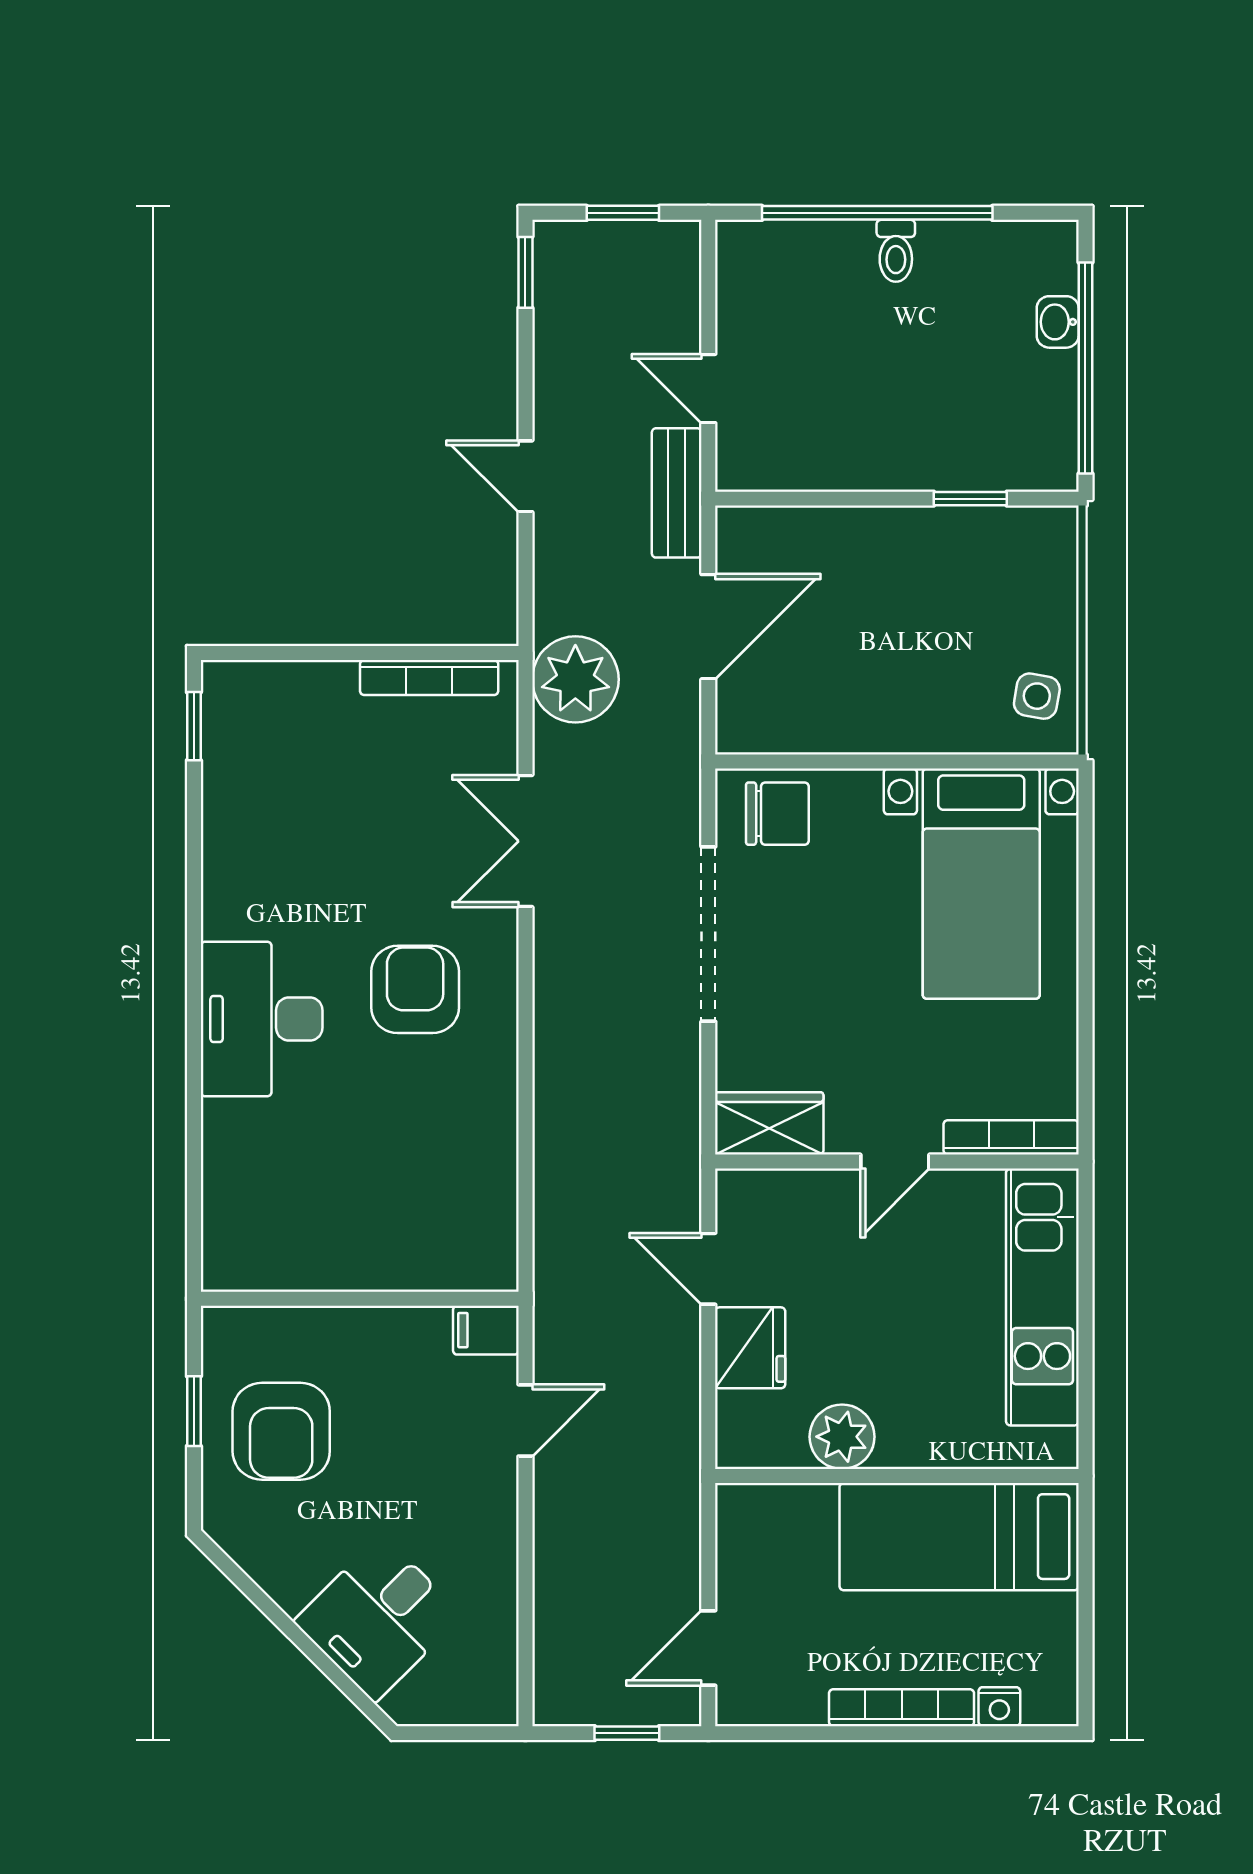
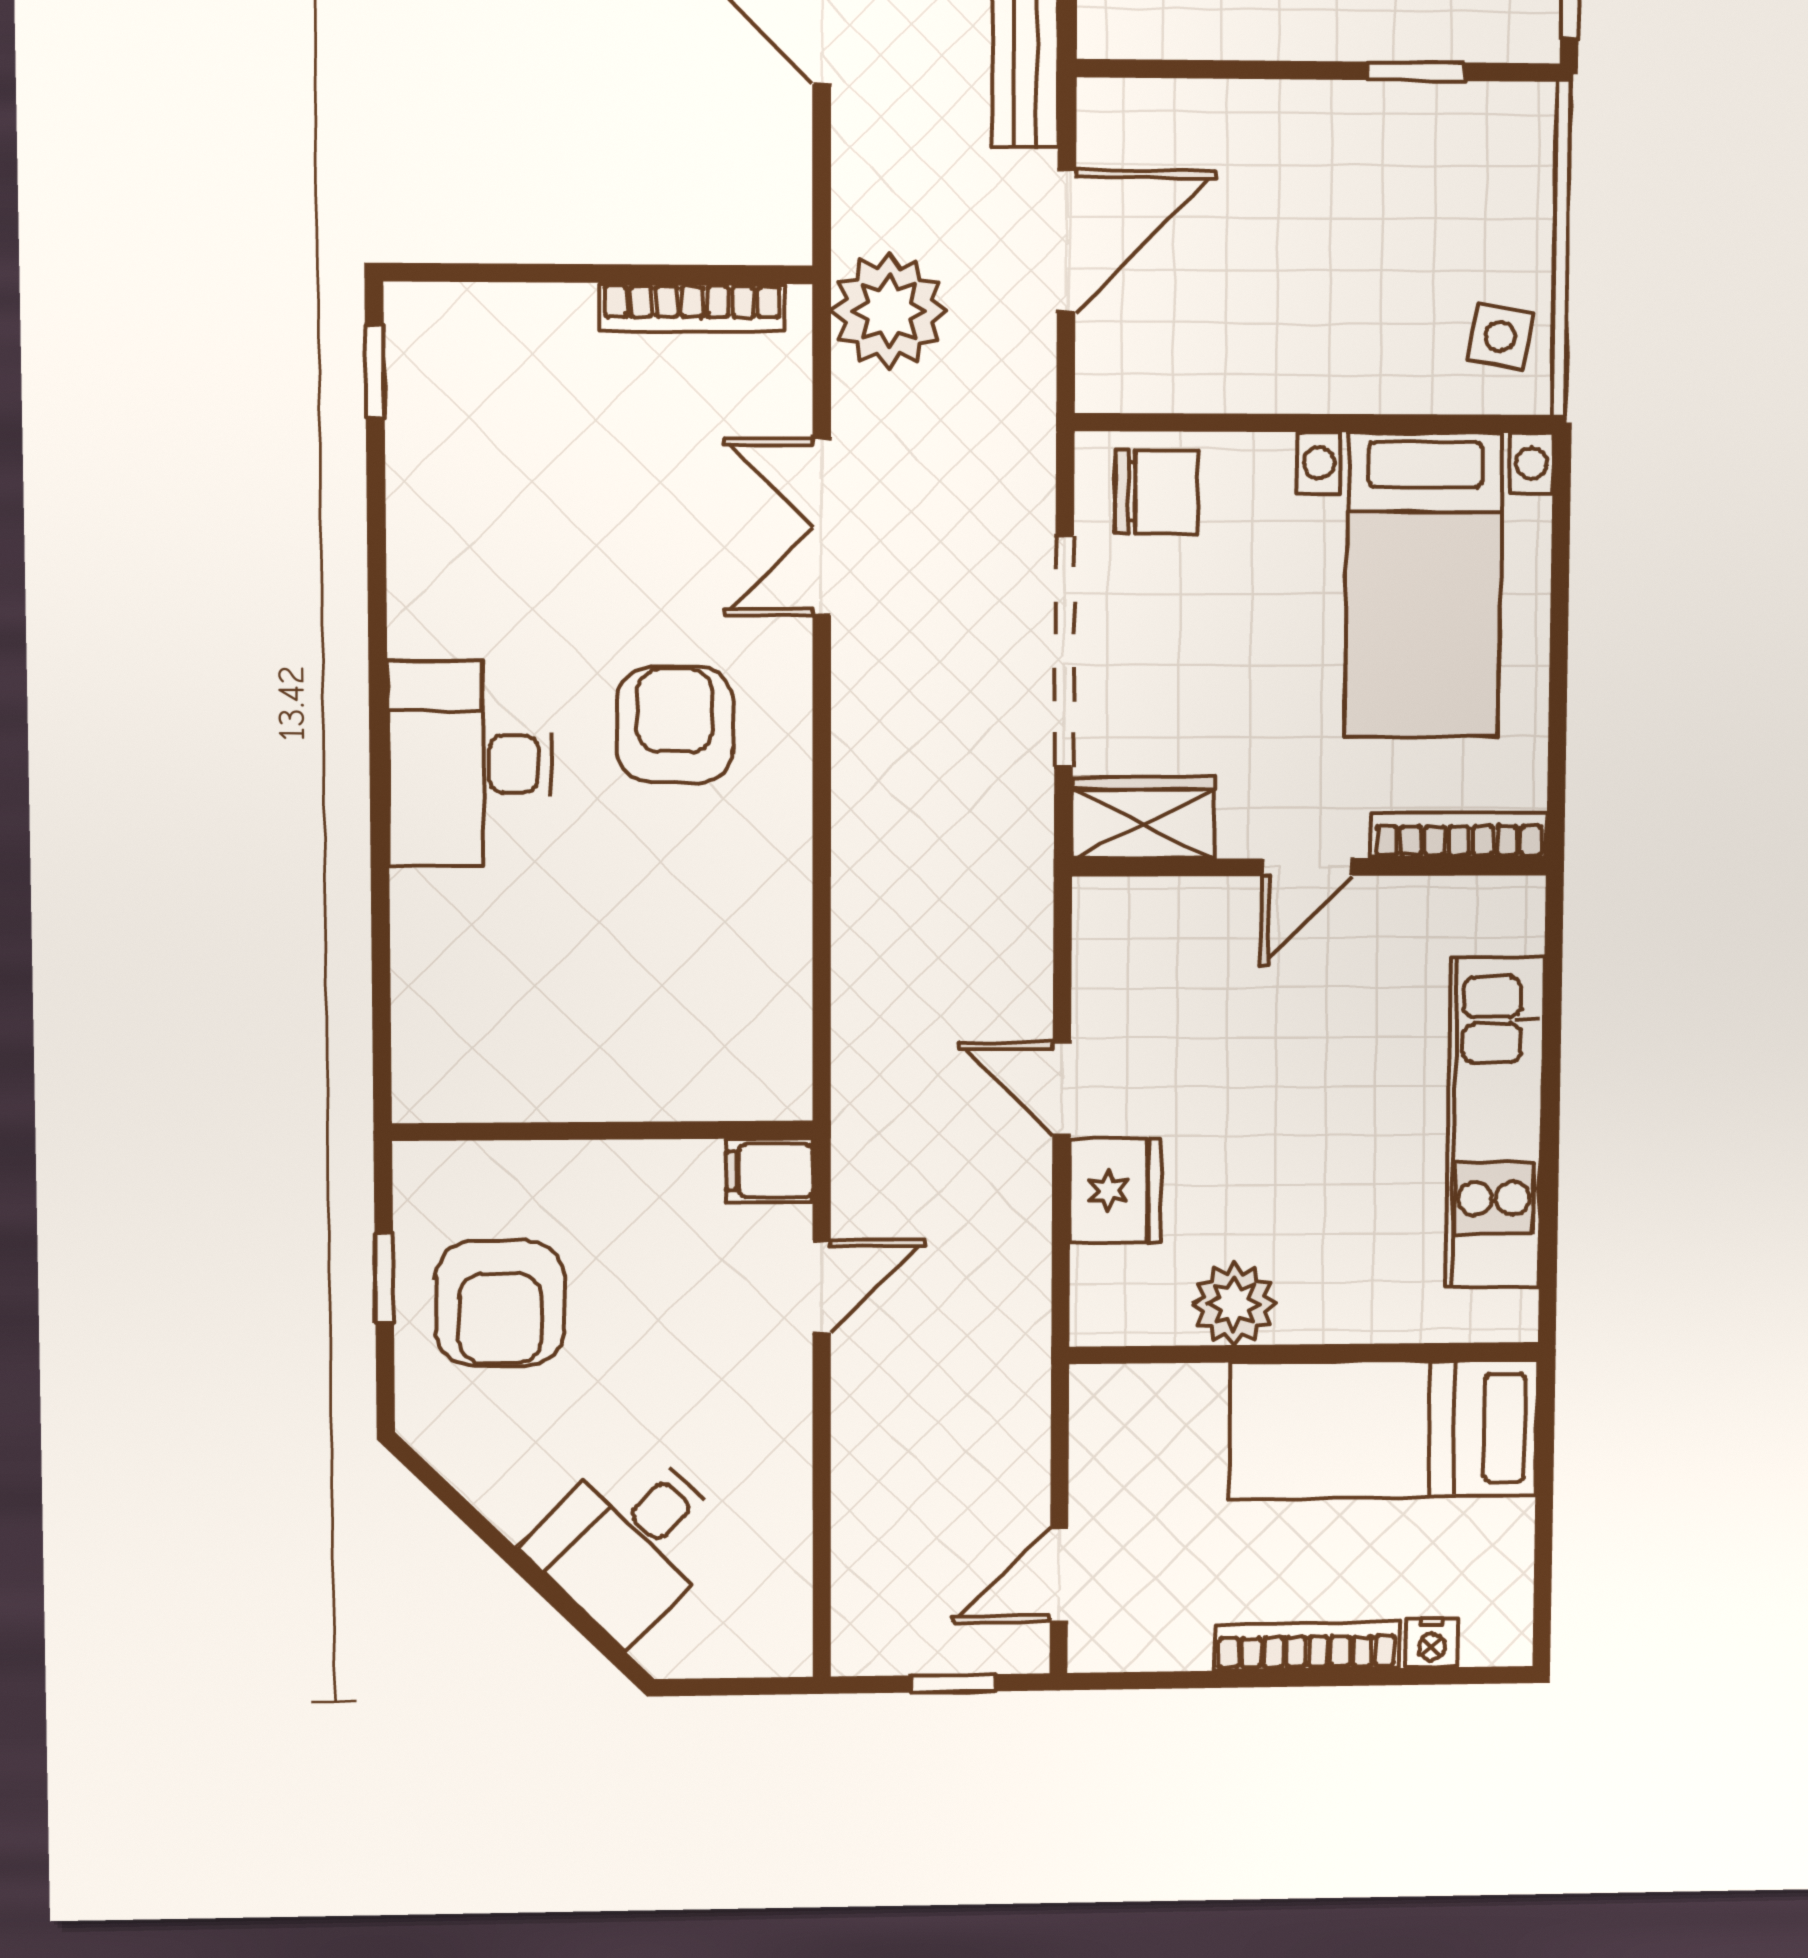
wardrobe: (769, 1123) -> (1143, 818), moved
bookcase: (1011, 1137) -> (1459, 835), moved
door: (895, 1162) -> (1307, 867), moved
wall: (897, 1162) -> (1310, 867), moved

